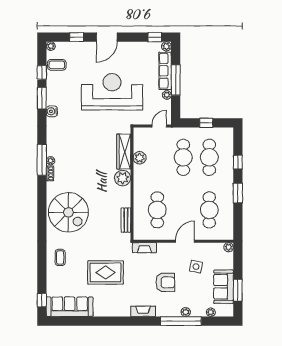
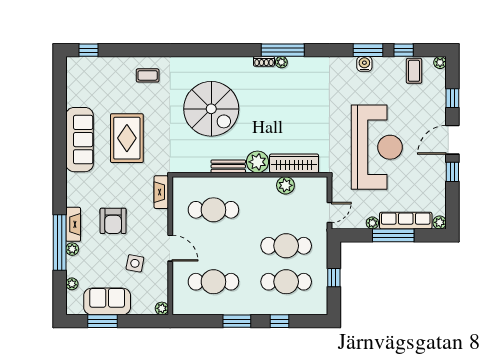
door: (107, 37) -> (452, 140), hinge flipped
window: (155, 37) -> (452, 172), moved
water cooler: (52, 111) -> (364, 64), moved
door: (159, 126) -> (329, 213), hinge flipped
spiral stairs: (68, 212) -> (211, 109), moved, turned -90
bench: (126, 220) -> (228, 166), moved
sofa: (70, 307) -> (80, 140), moved
fireplace: (143, 311) -> (73, 224), moved

